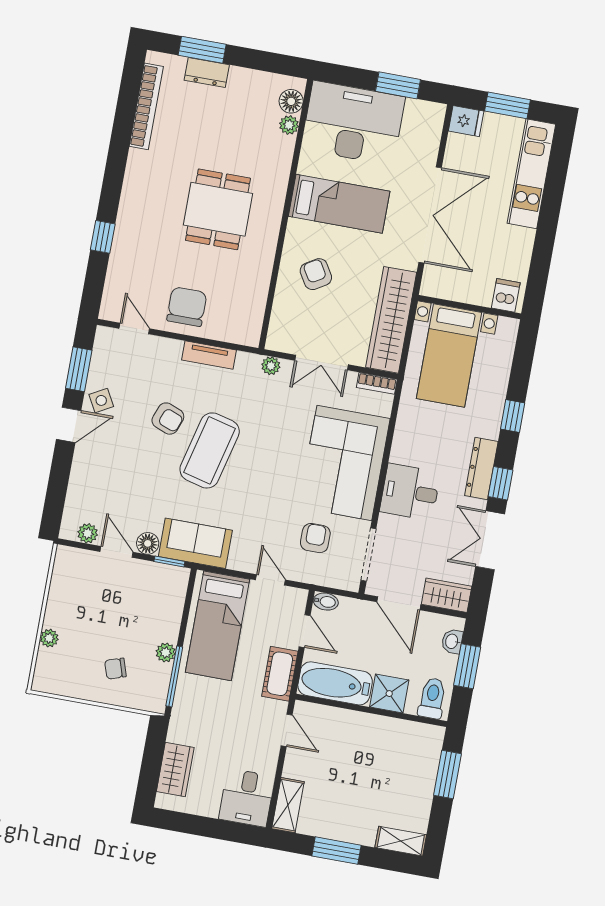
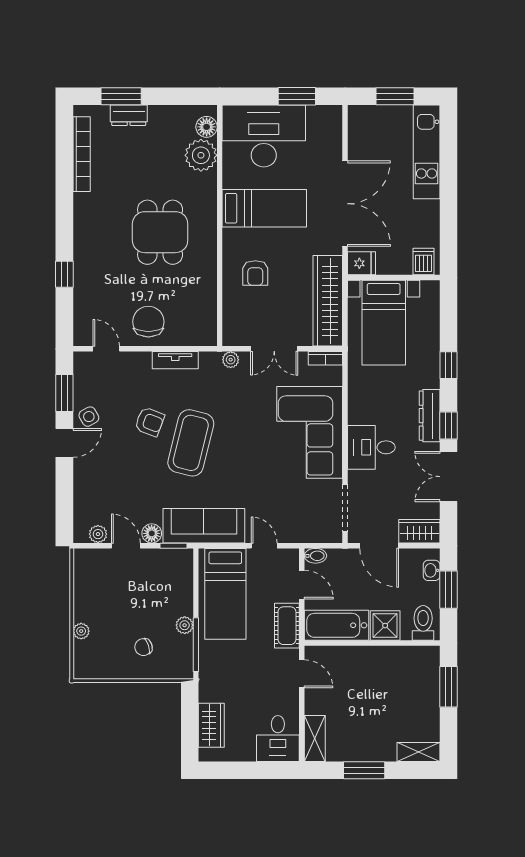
fridge: (466, 121) -> (361, 263), moved
plant: (289, 125) -> (201, 155), width x1.88, depth x1.88
armchair: (316, 274) -> (255, 273), turned -149
armchair: (315, 538) -> (296, 502), removed
sofa: (195, 543) -> (204, 526), width x1.36

